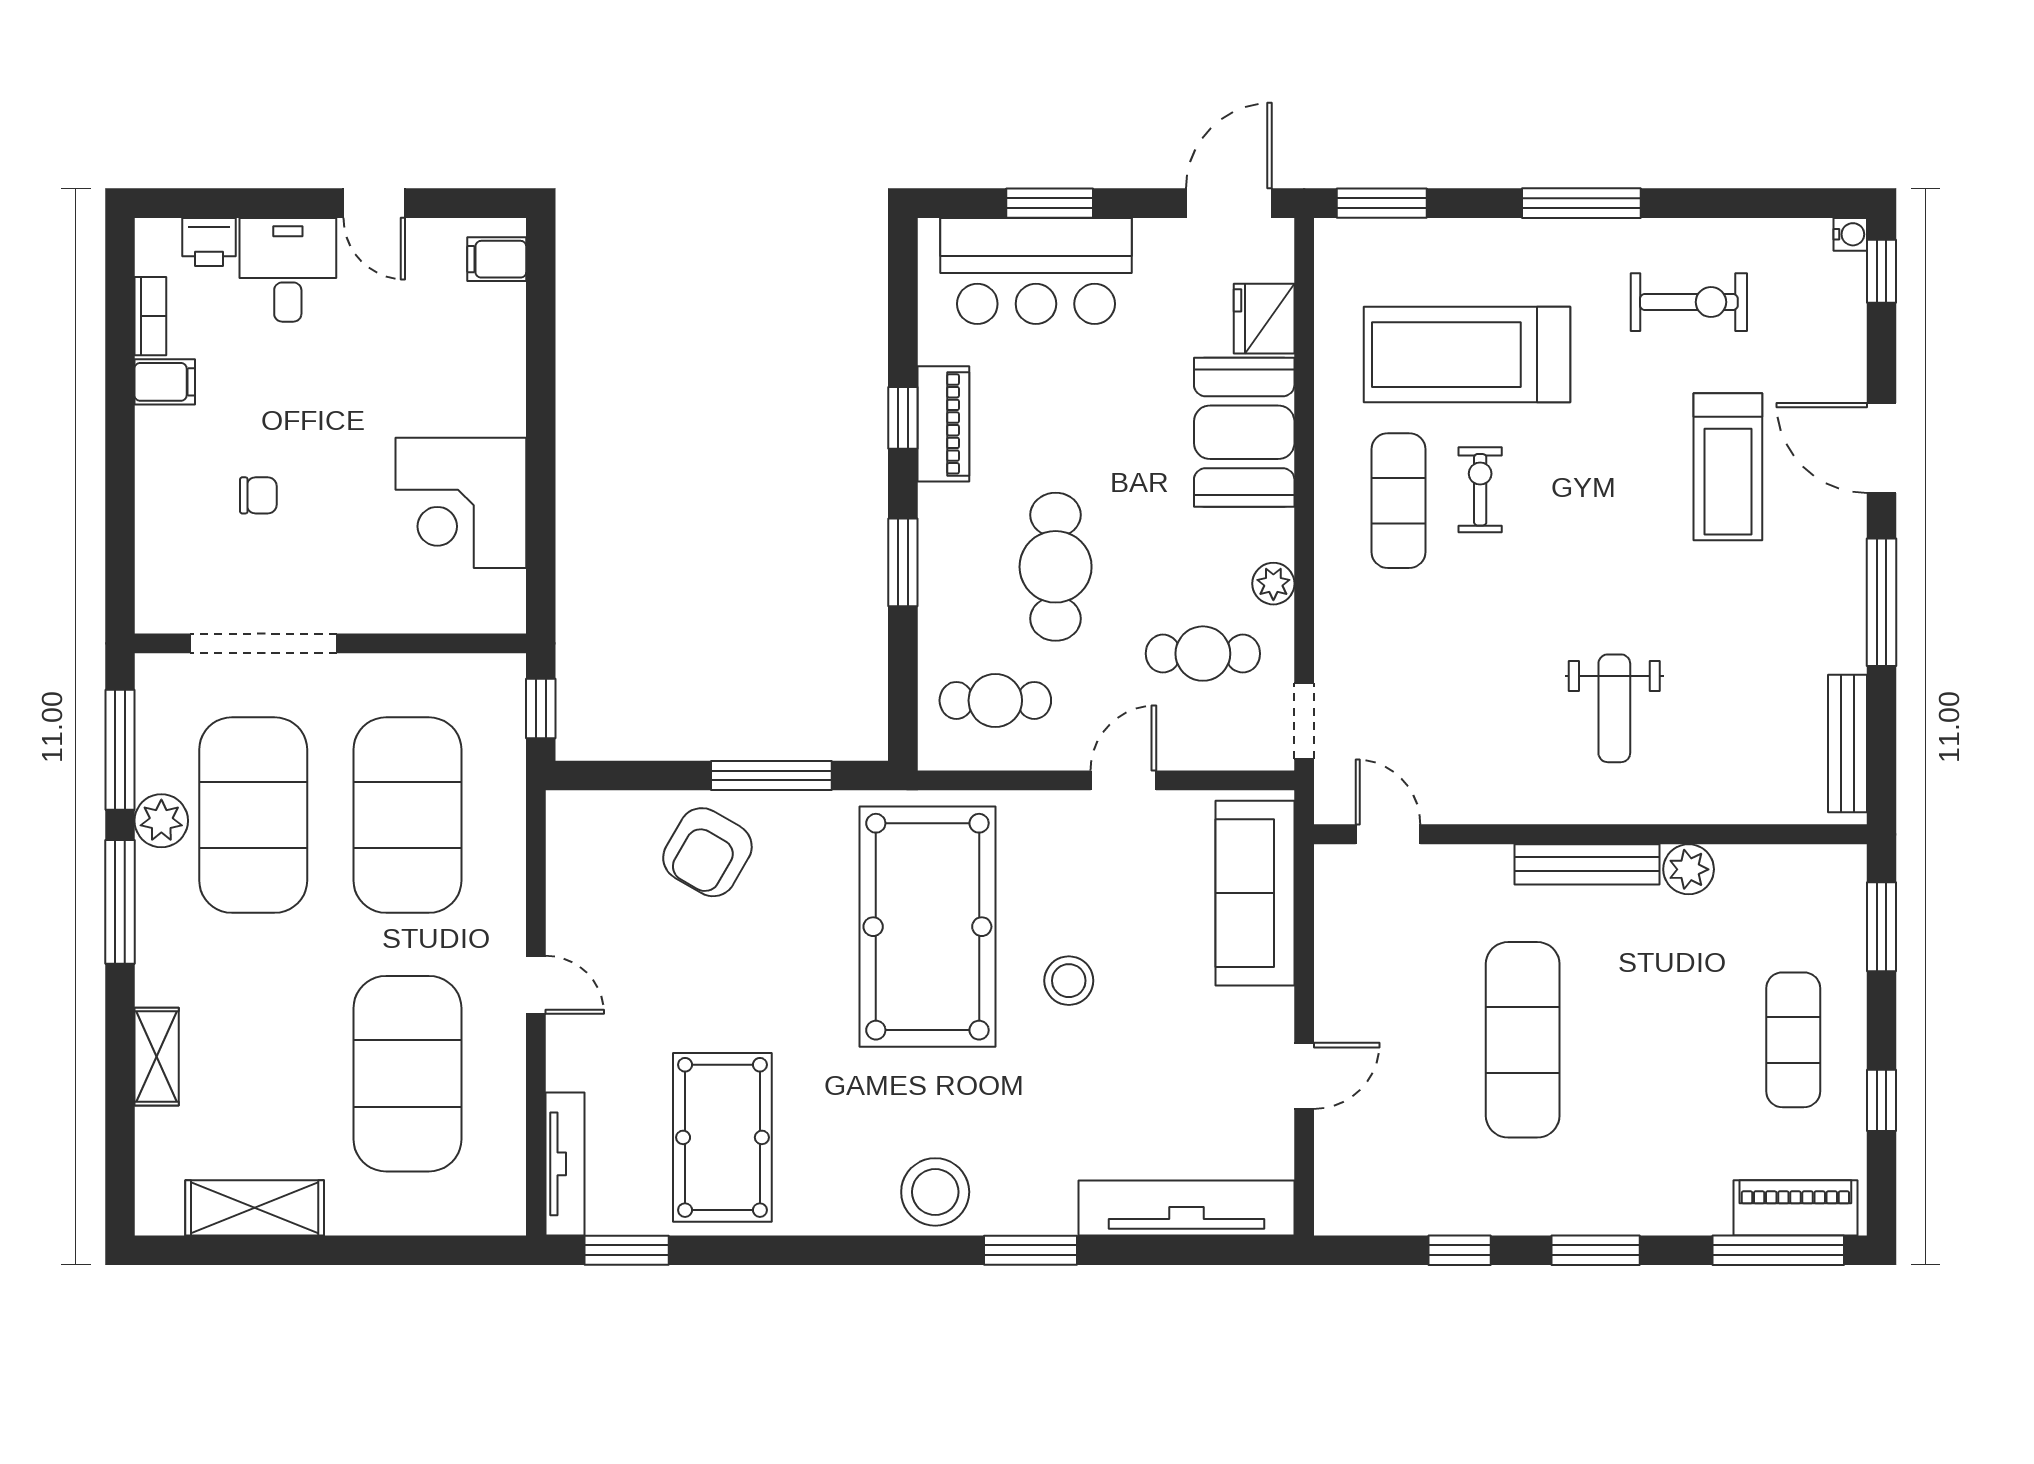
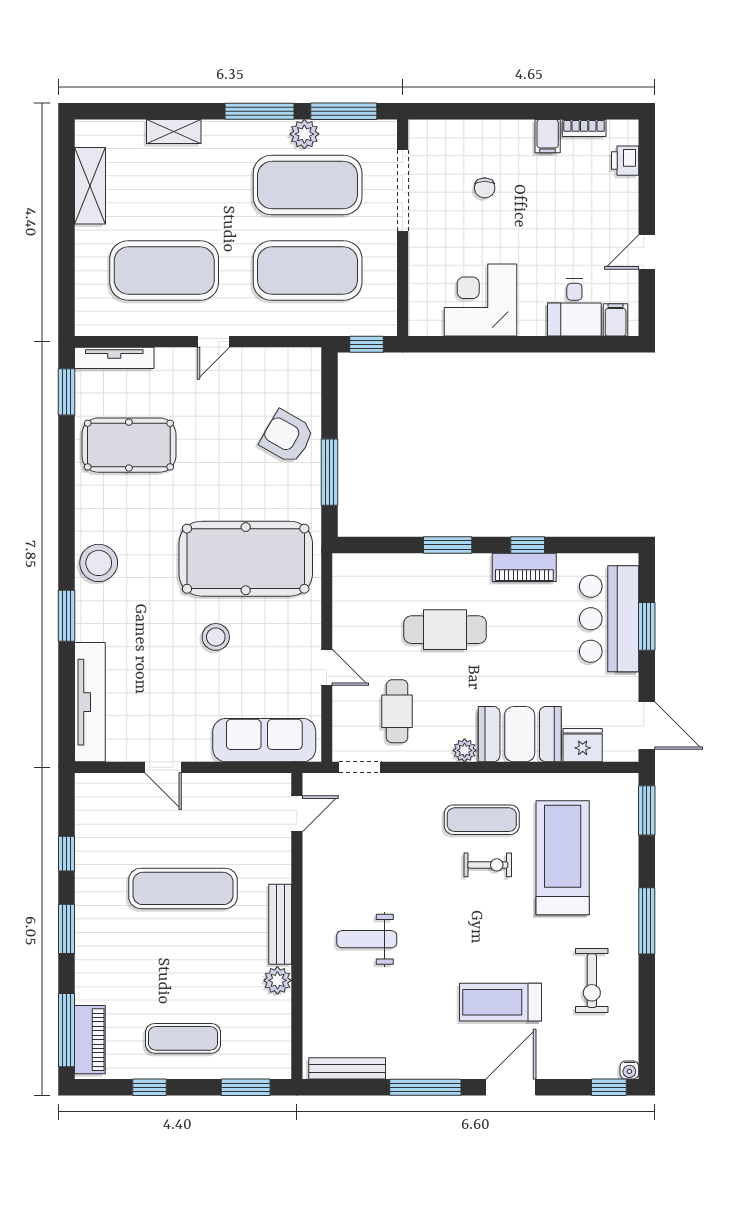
desk: (288, 270) -> (574, 307), moved, turned 90
plant: (1273, 584) -> (465, 750), moved
cafe table: (995, 700) -> (371, 596), removed

